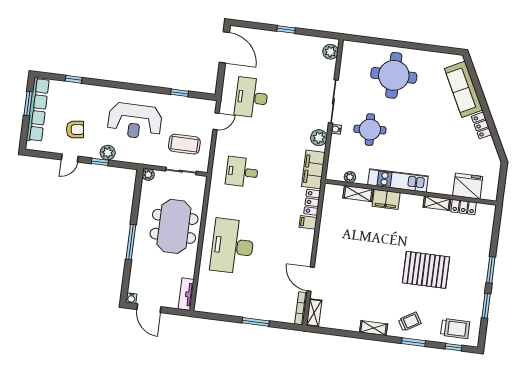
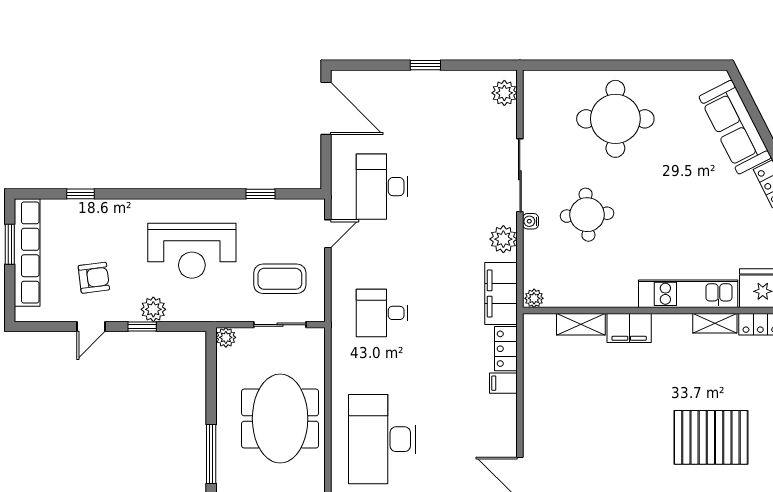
plant: (350, 177) -> (534, 298), moved
kitchen unit: (398, 180) -> (688, 294), moved

